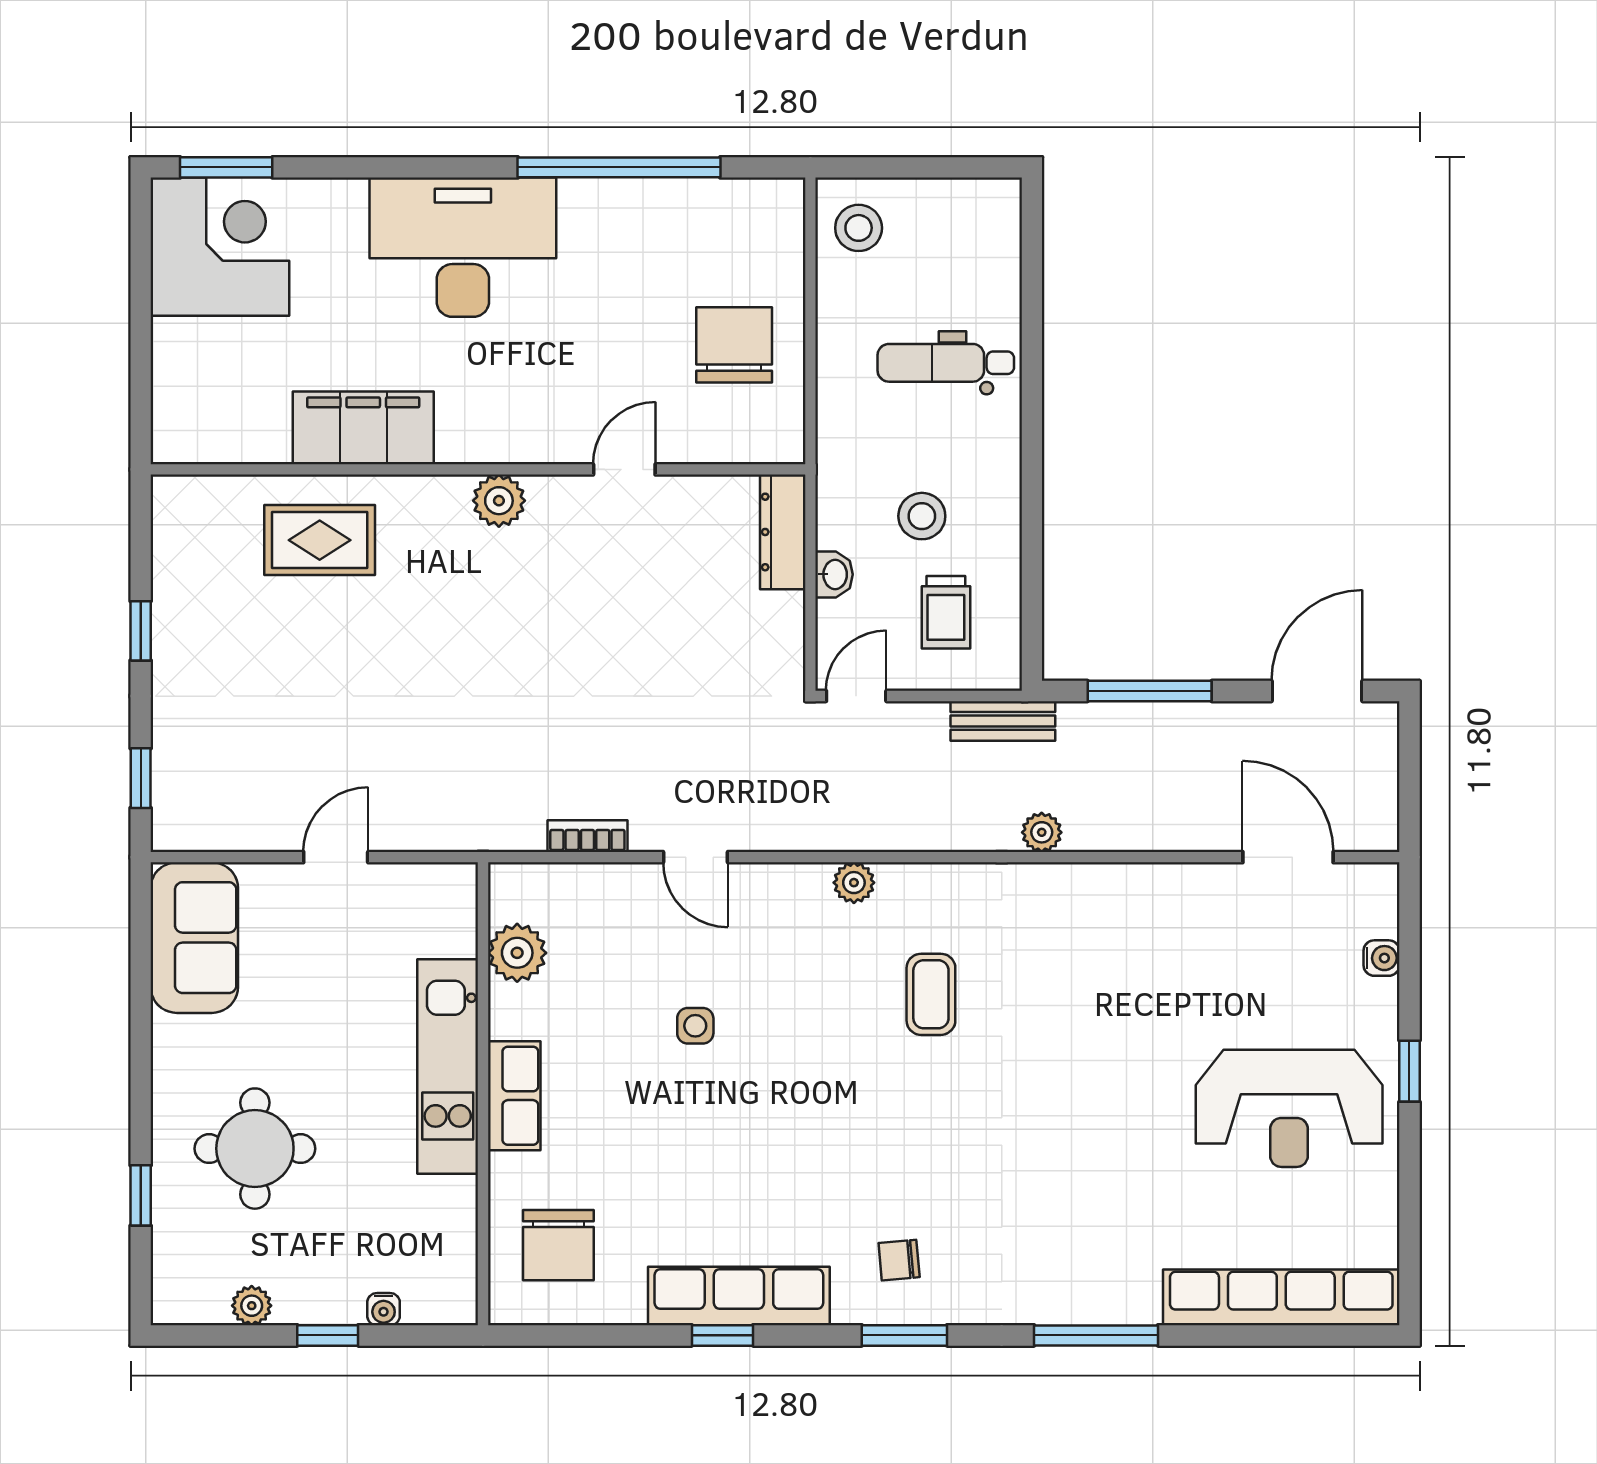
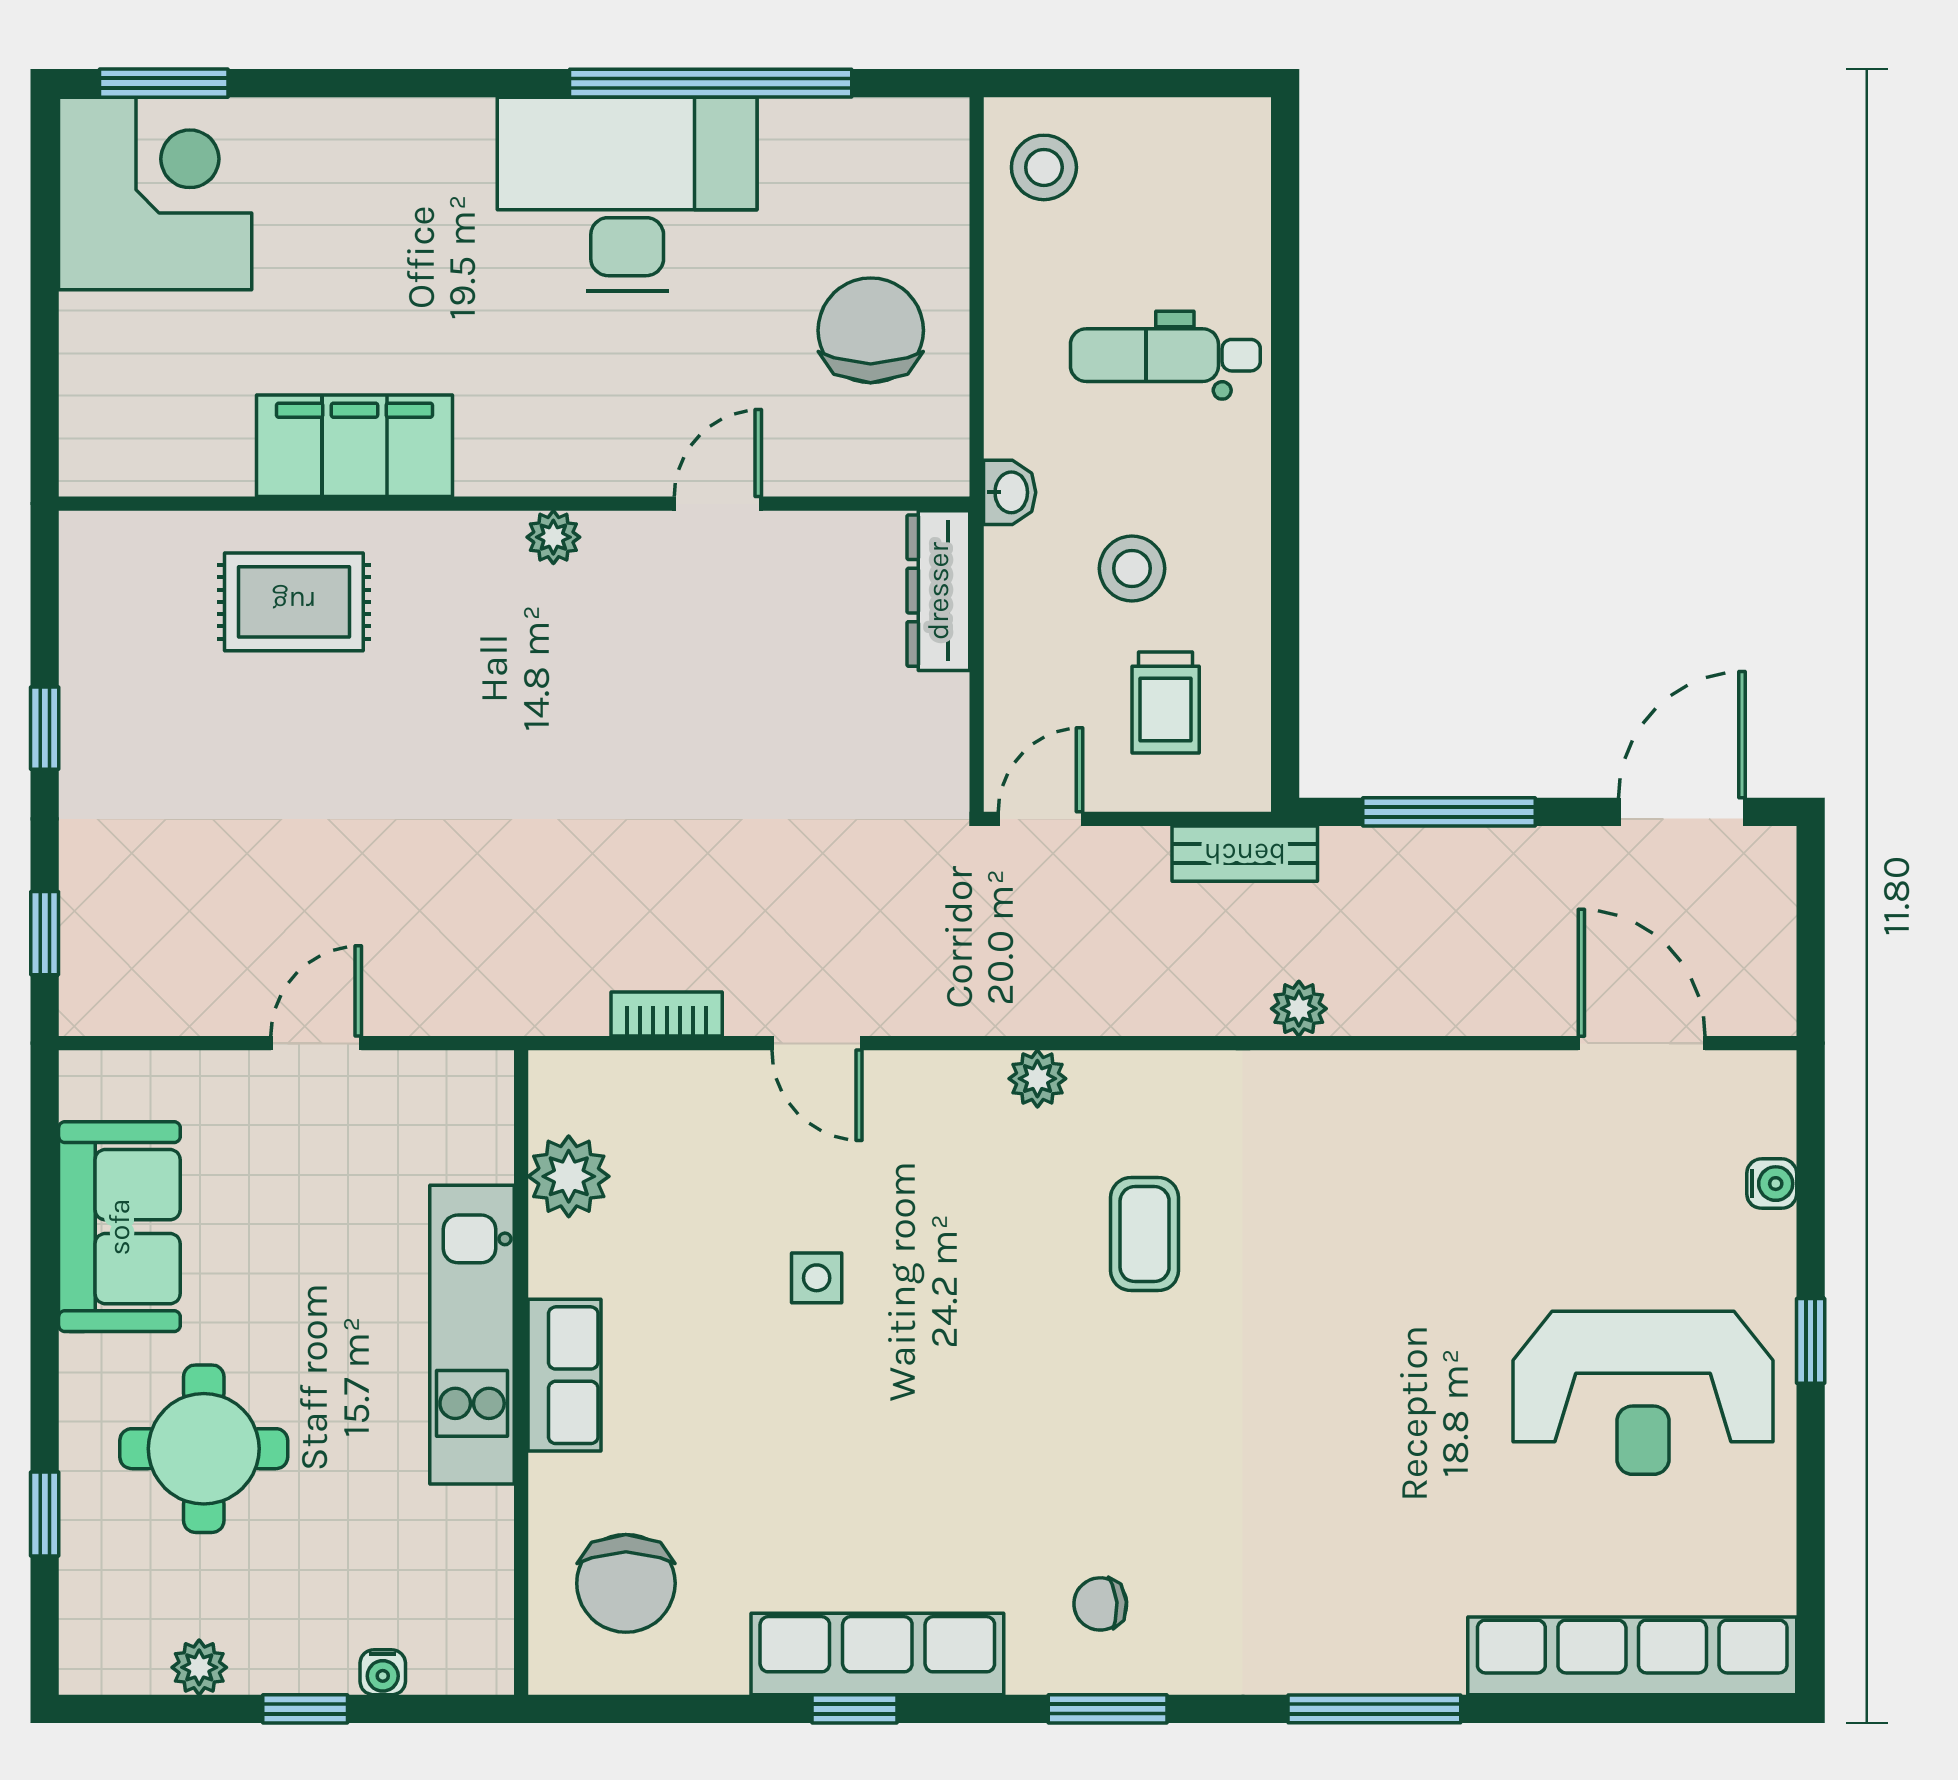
desk: (463, 247) -> (627, 194), moved
plant: (499, 501) -> (553, 537), width x0.73, depth x0.73
washbasin: (834, 574) -> (1010, 492), moved
sofa: (194, 938) -> (119, 1227), moved

